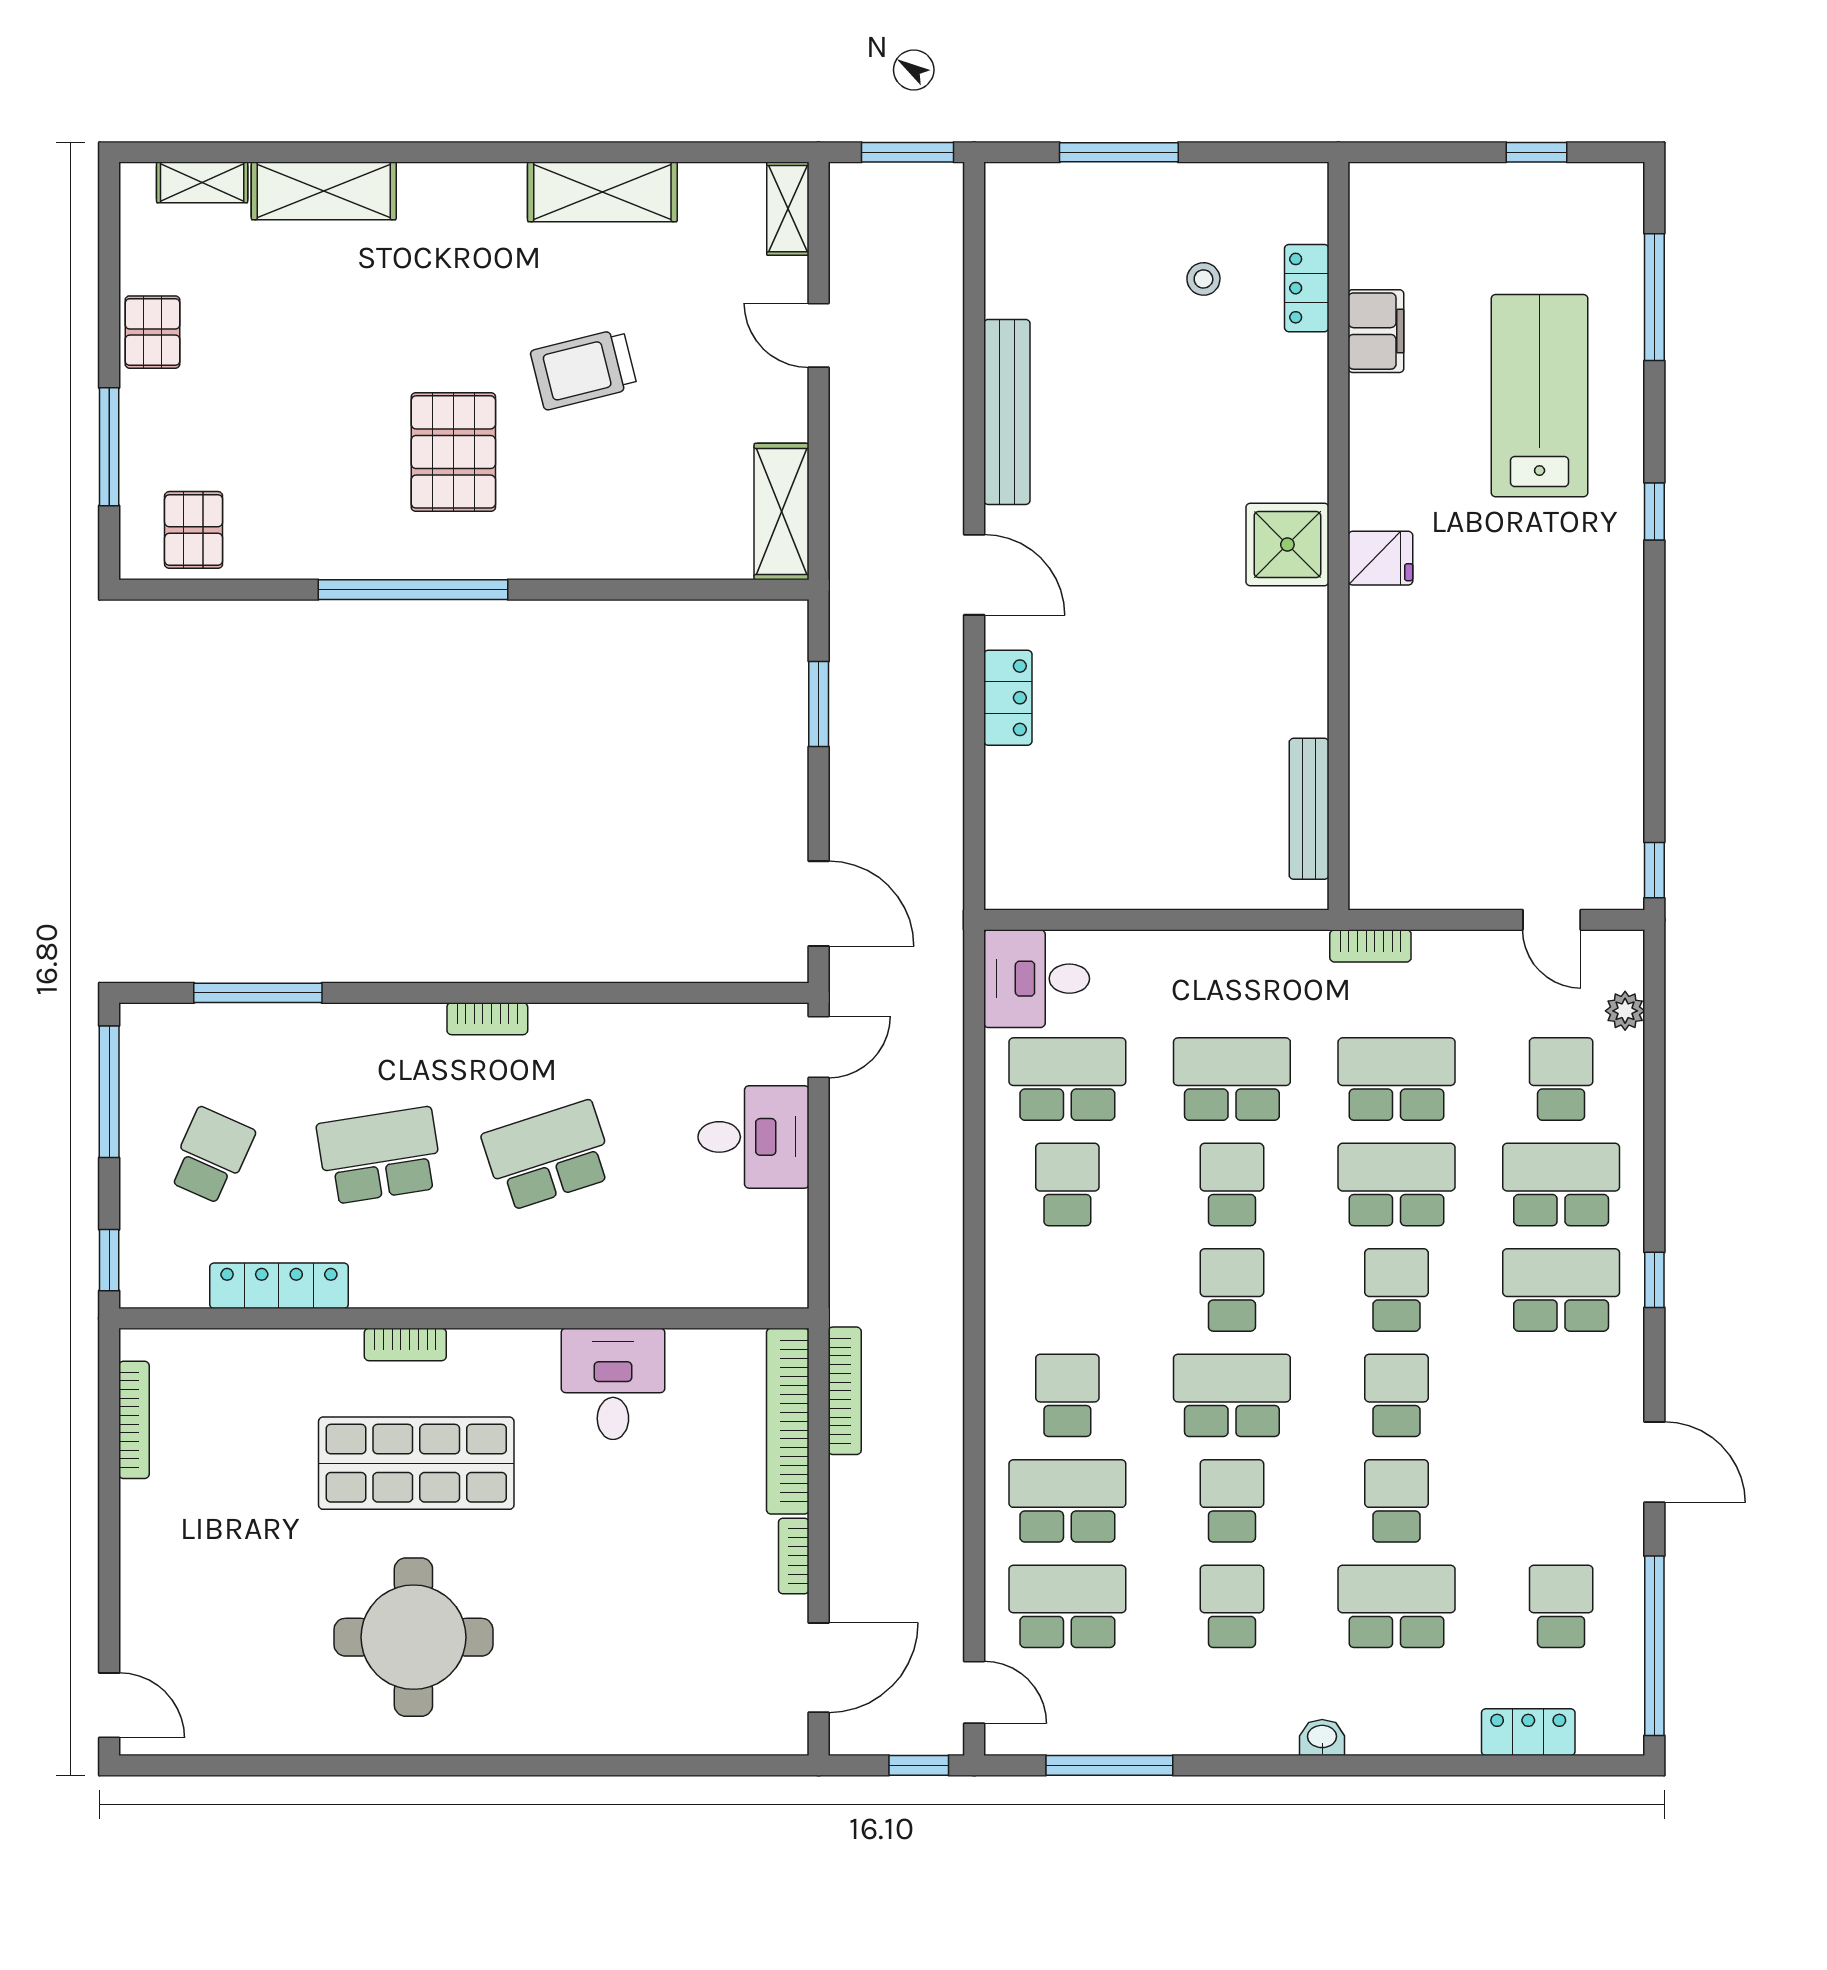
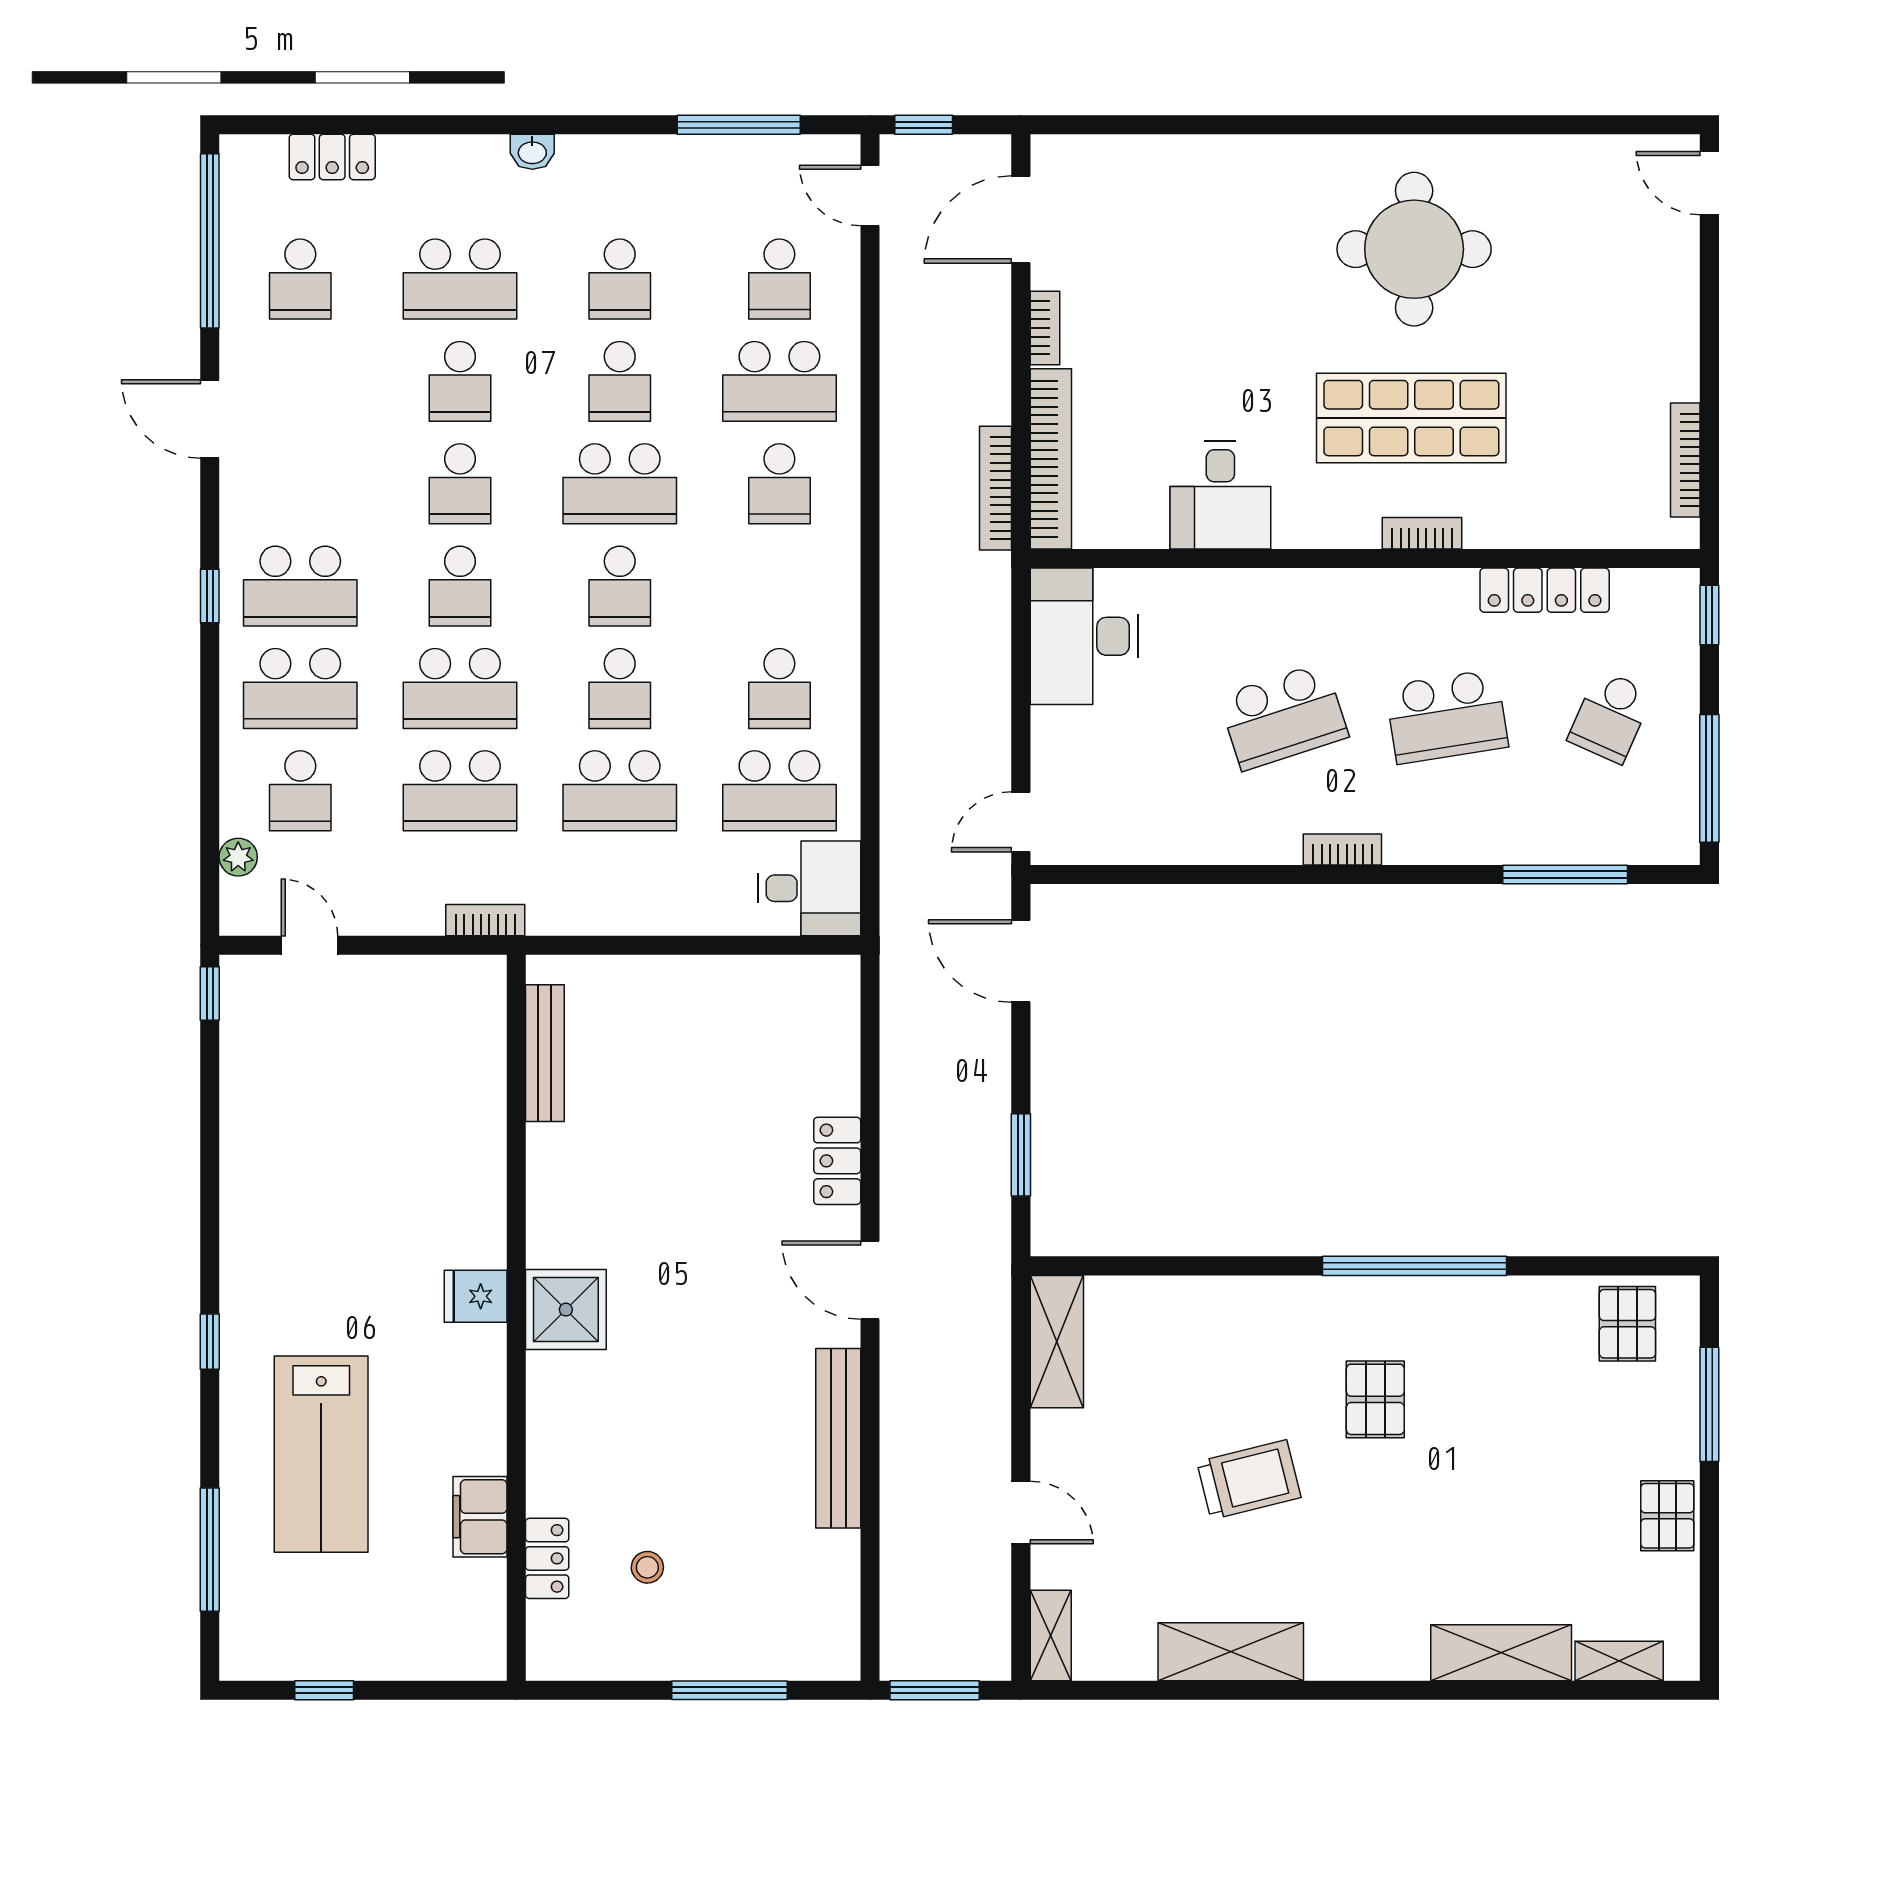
pallet: (453, 452) -> (1375, 1399), width x0.67, depth x0.71
desk: (754, 1137) -> (1084, 636), moved, width x1.37
school desk: (1067, 1606) -> (779, 279), width x0.54

